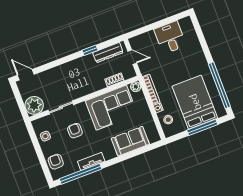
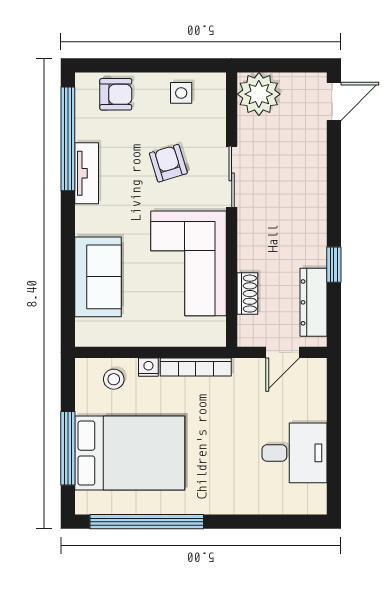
plant: (136, 87) -> (214, 335), removed
sliding door: (61, 107) -> (232, 177), moved
armchair: (75, 131) -> (168, 163), turned -107

